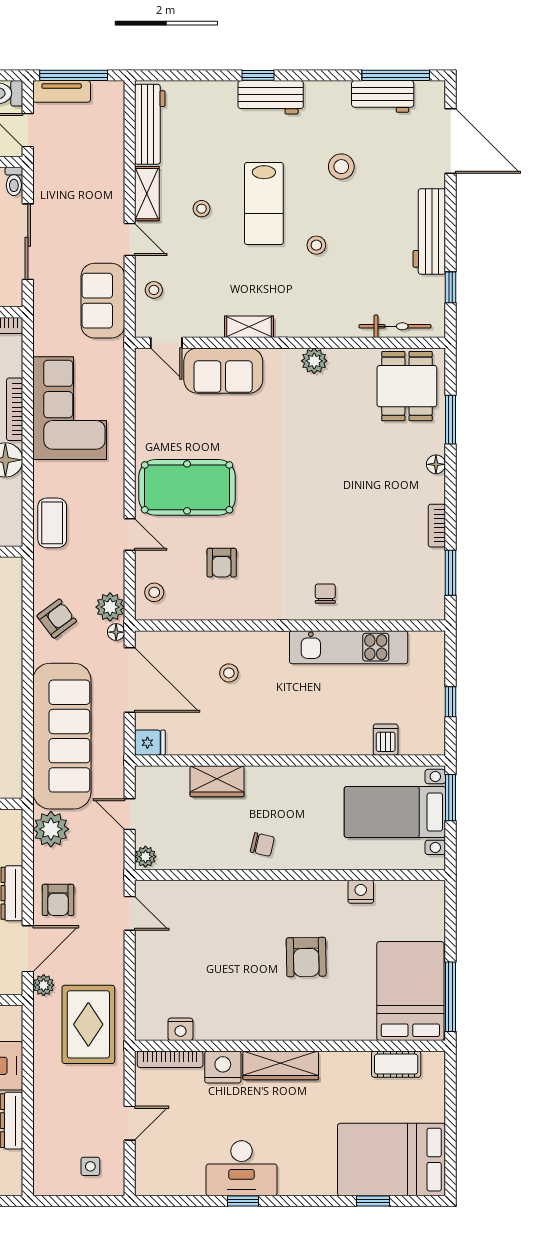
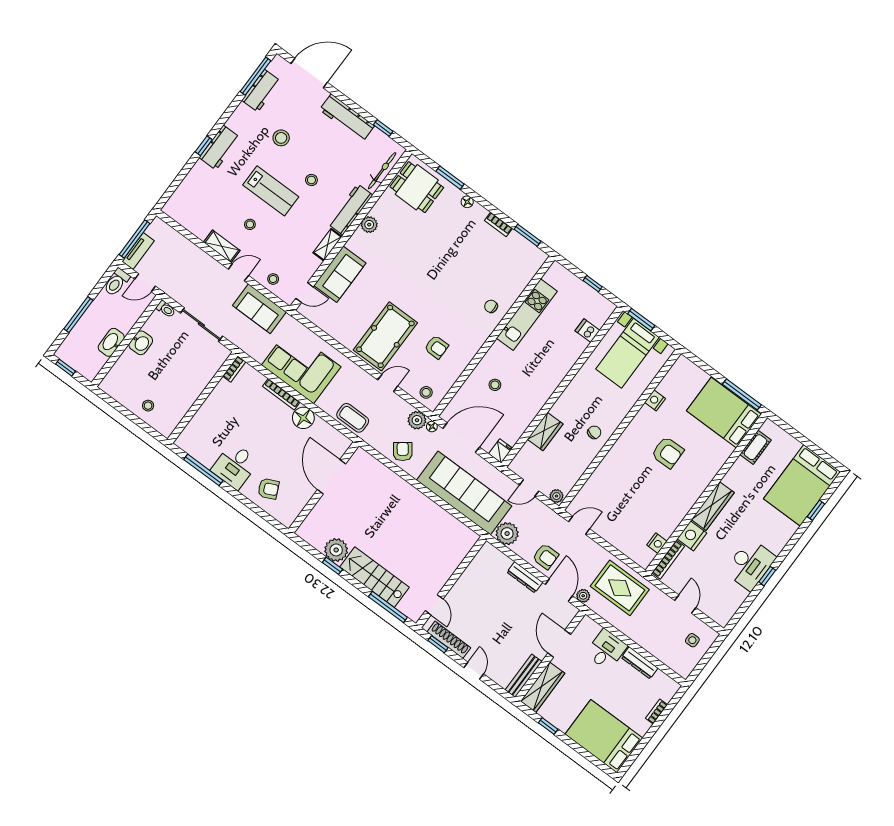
workbench: (150, 124) -> (350, 210), moved, turned -90

